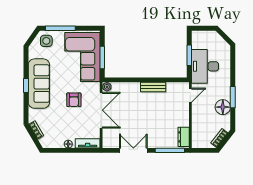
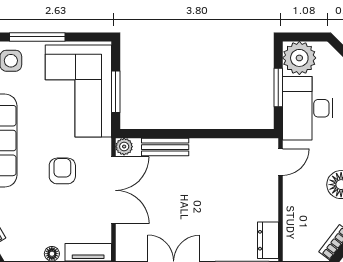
plant: (200, 39) -> (299, 58), added
bench: (153, 87) -> (165, 147), moved
armchair: (74, 100) -> (62, 171), turned 180

